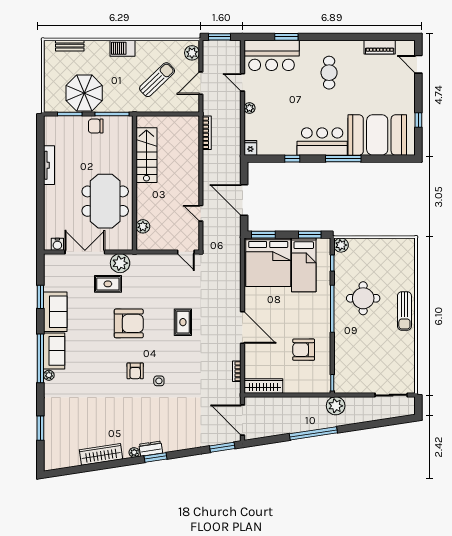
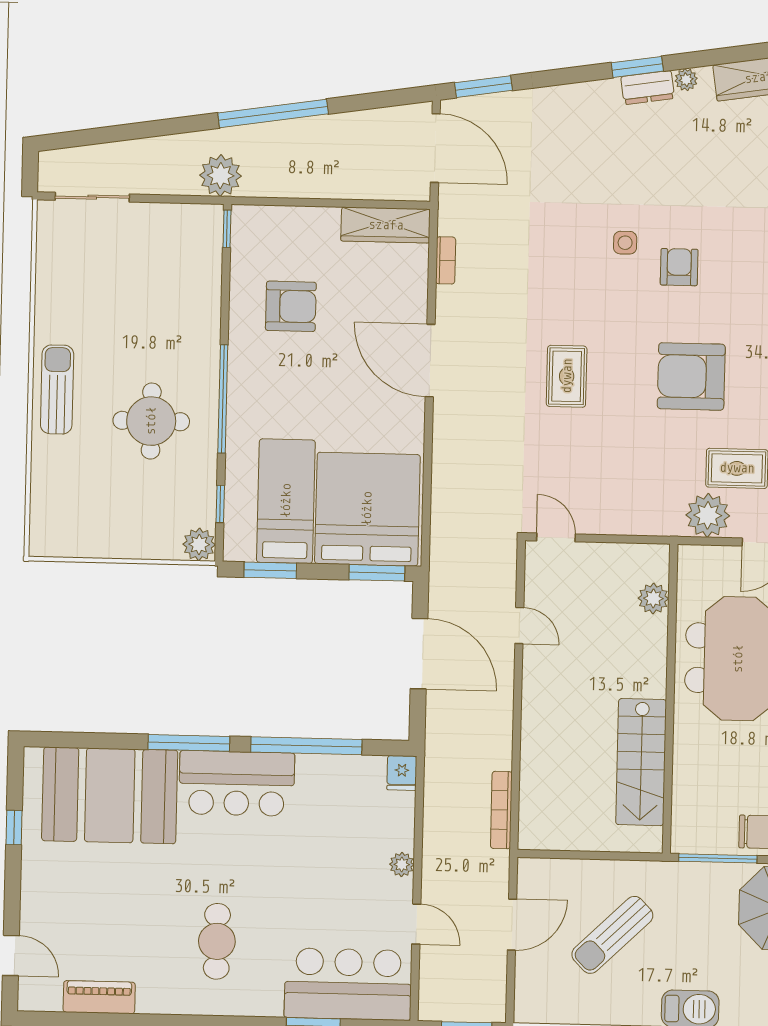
plant: (192, 53) -> (531, 994), removed
window: (292, 159) -> (306, 746), width x3.17

